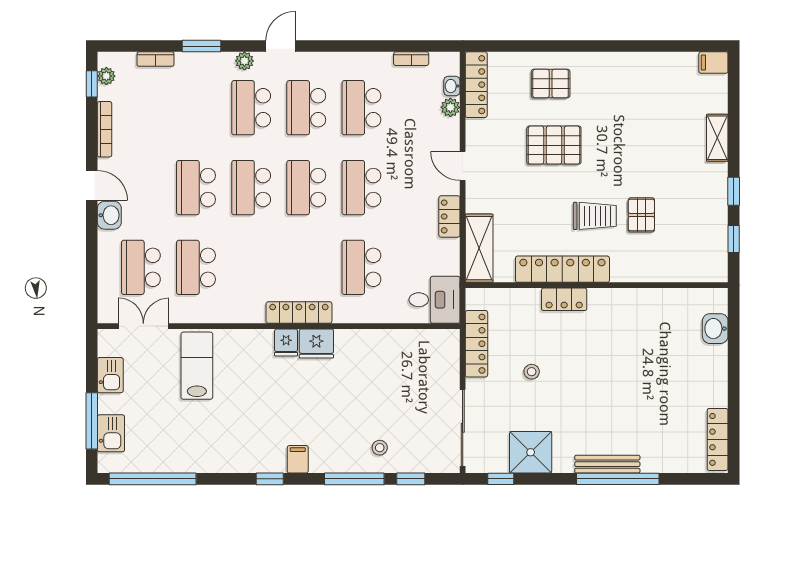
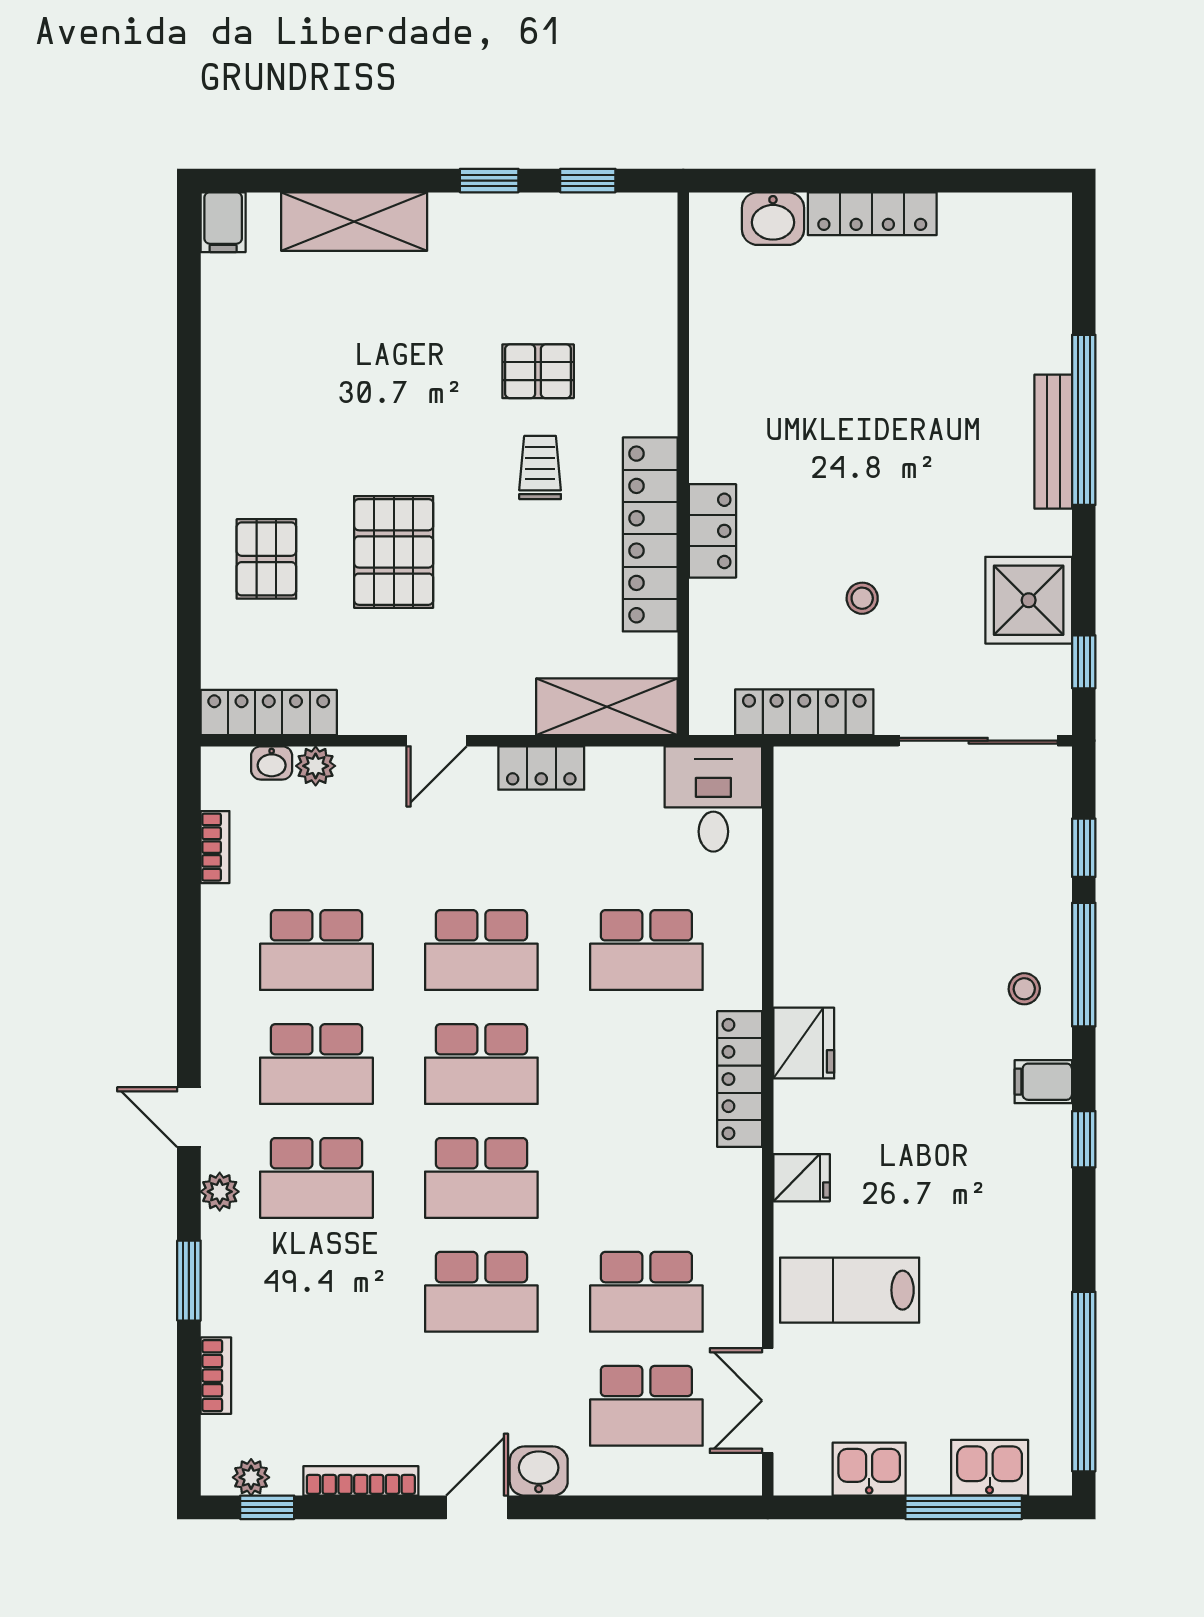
shelving: (717, 138) -> (354, 222), width x1.50, depth x1.33
trolley: (595, 216) -> (540, 468), width x0.73, depth x0.72
fridge: (286, 342) -> (802, 1178), moved
locker: (718, 439) -> (872, 214), moved
stool: (380, 448) -> (1024, 989), moved

